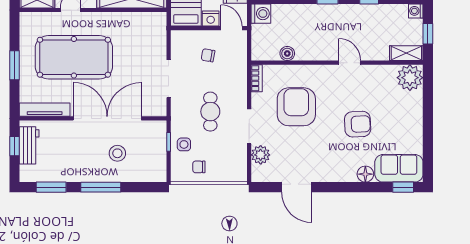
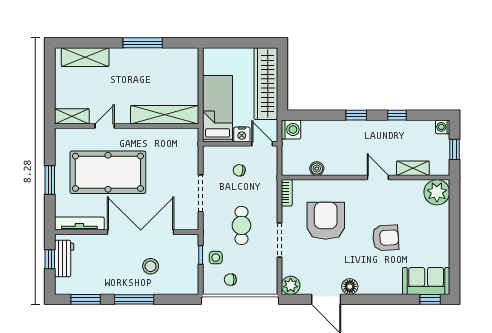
shelving: (406, 53) -> (413, 168), moved
plant: (261, 155) -> (291, 285), moved
floor lamp: (365, 174) -> (350, 287), moved

